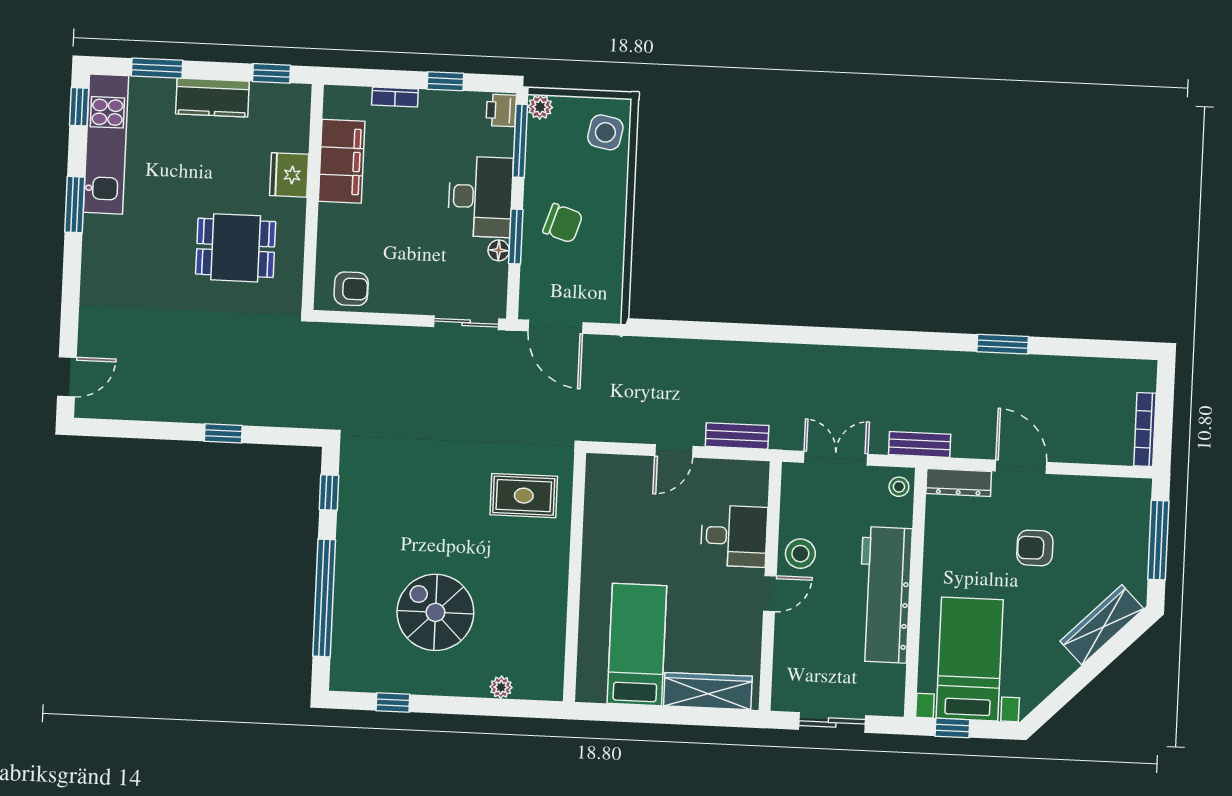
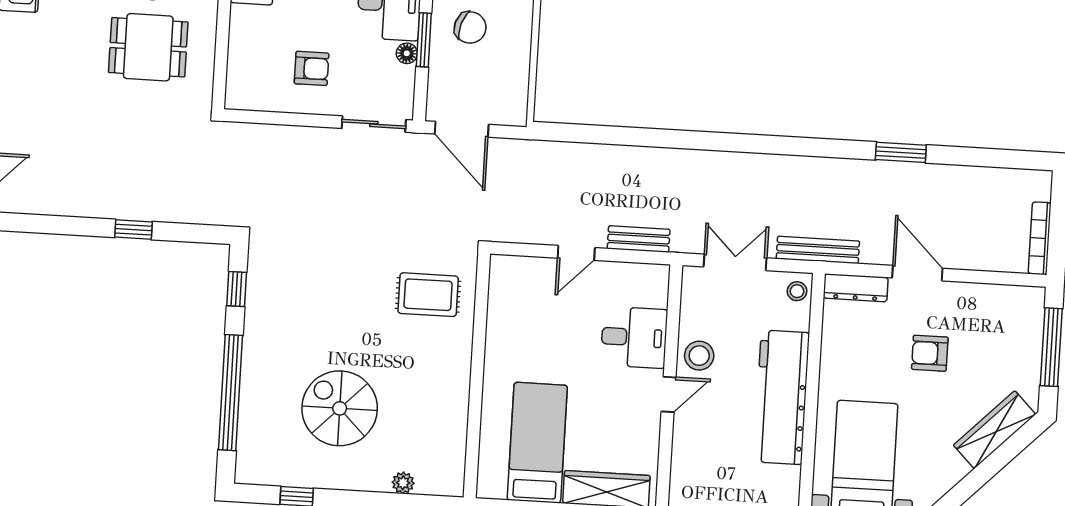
armchair: (351, 289) -> (312, 68), moved
bench: (920, 444) -> (818, 250), width x1.36

